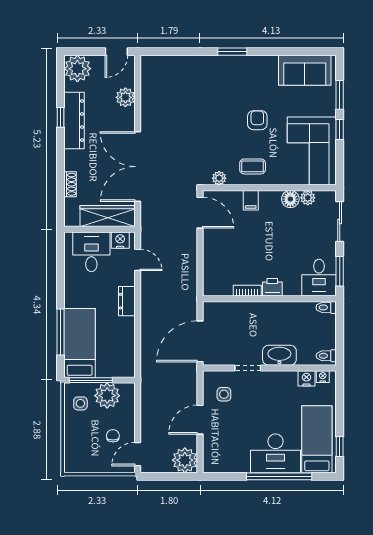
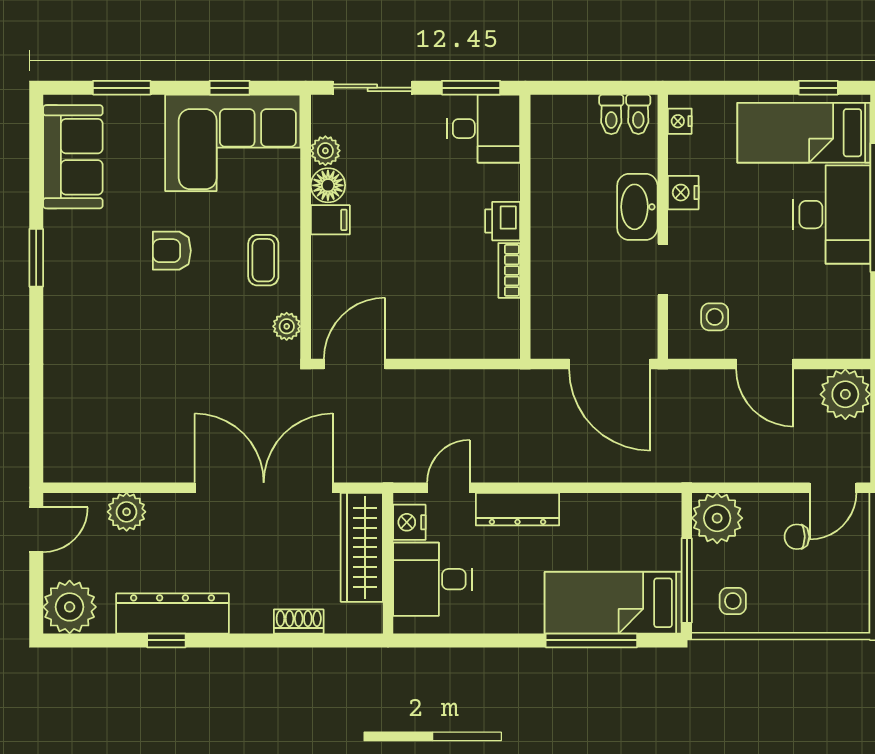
door: (116, 52) -> (36, 530), hinge flipped
window: (232, 52) -> (36, 258), moved
window: (340, 129) -> (230, 88), moved
double door: (138, 167) -> (264, 488), swing flipped
filing cabinet: (251, 200) -> (330, 220), moved
dresser: (127, 301) -> (518, 509), width x1.44
toilet: (326, 307) -> (611, 114), moved
nightstand: (306, 378) -> (683, 193), moved
plant: (107, 396) -> (717, 518), moved
door: (138, 454) -> (833, 488), hinge flipped

